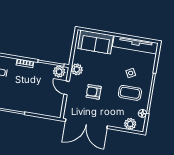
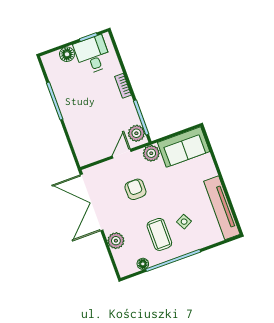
sofa: (96, 42) -> (184, 147), moved, turned -90
plant: (130, 124) -> (116, 241), moved

